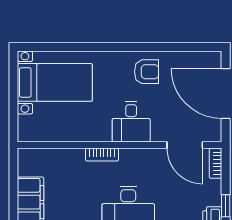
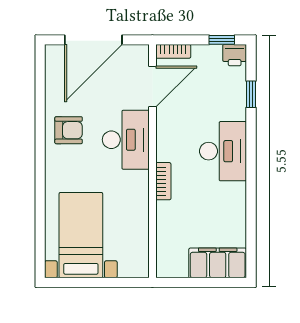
armchair: (147, 72) -> (69, 130), turned 90
desk: (131, 122) -> (126, 140), width x1.37

